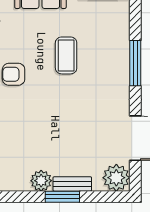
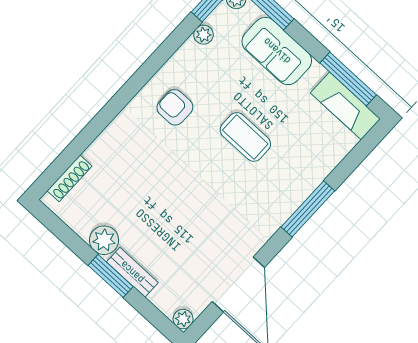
coffee table: (66, 55) -> (245, 137), turned 90
plant: (116, 178) -> (183, 319), width x0.53, depth x0.53

